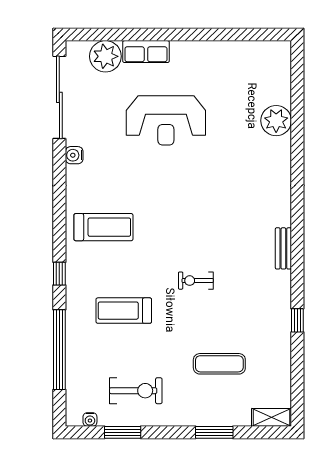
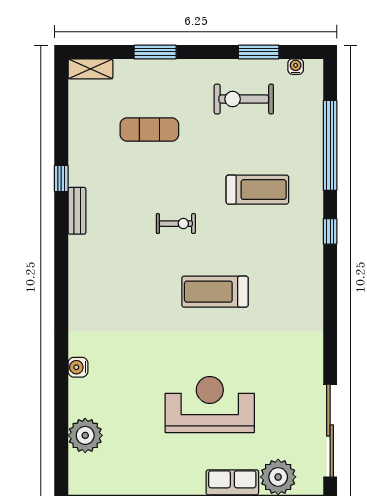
plant: (276, 121) -> (85, 435), moved
water cooler: (74, 155) -> (78, 367), moved, turned 180
treadmill: (103, 227) -> (215, 292), moved
bench: (283, 248) -> (77, 211), moved

